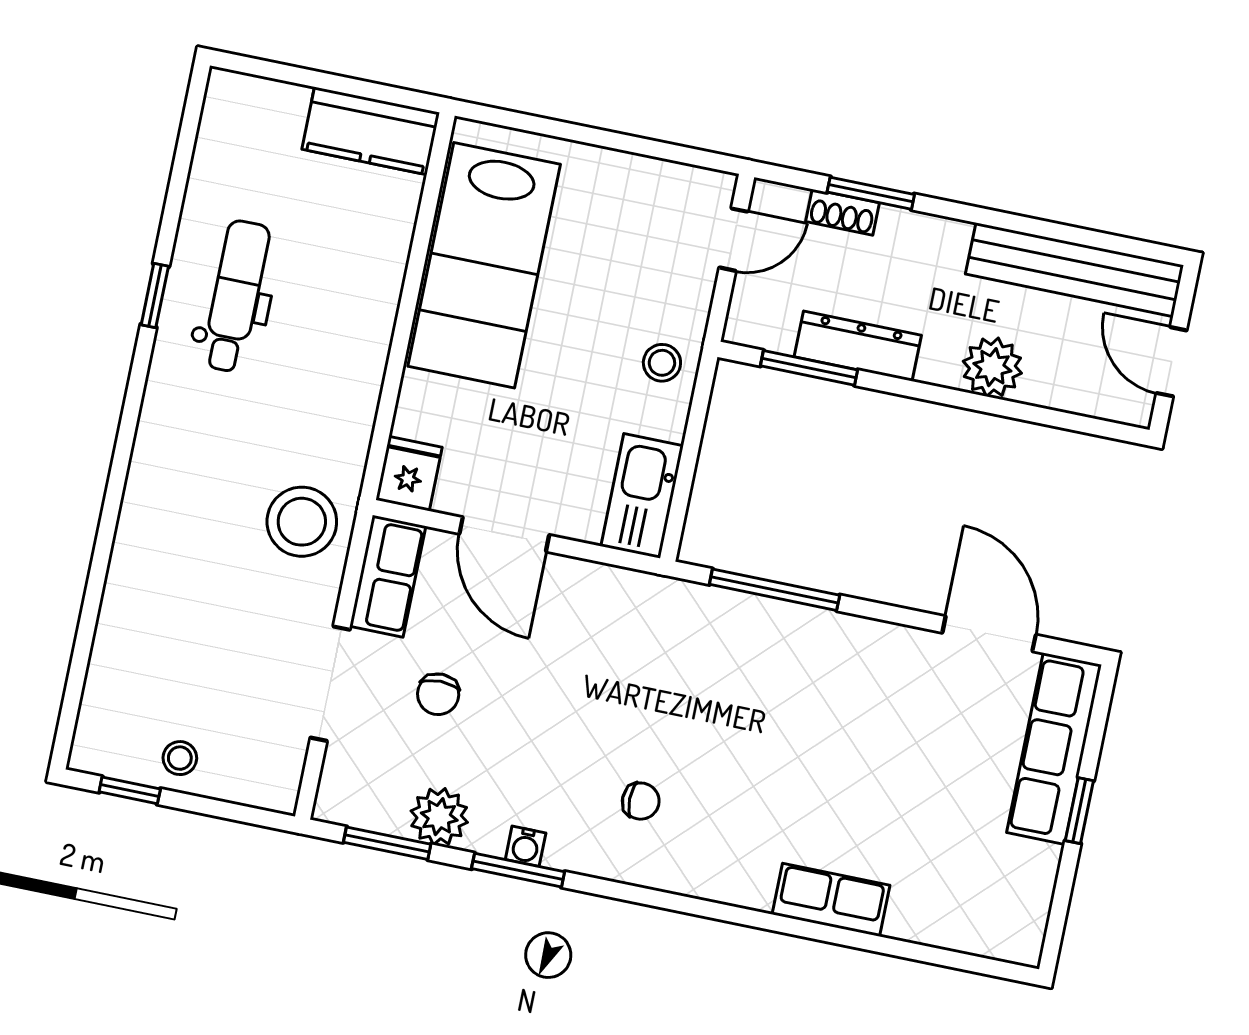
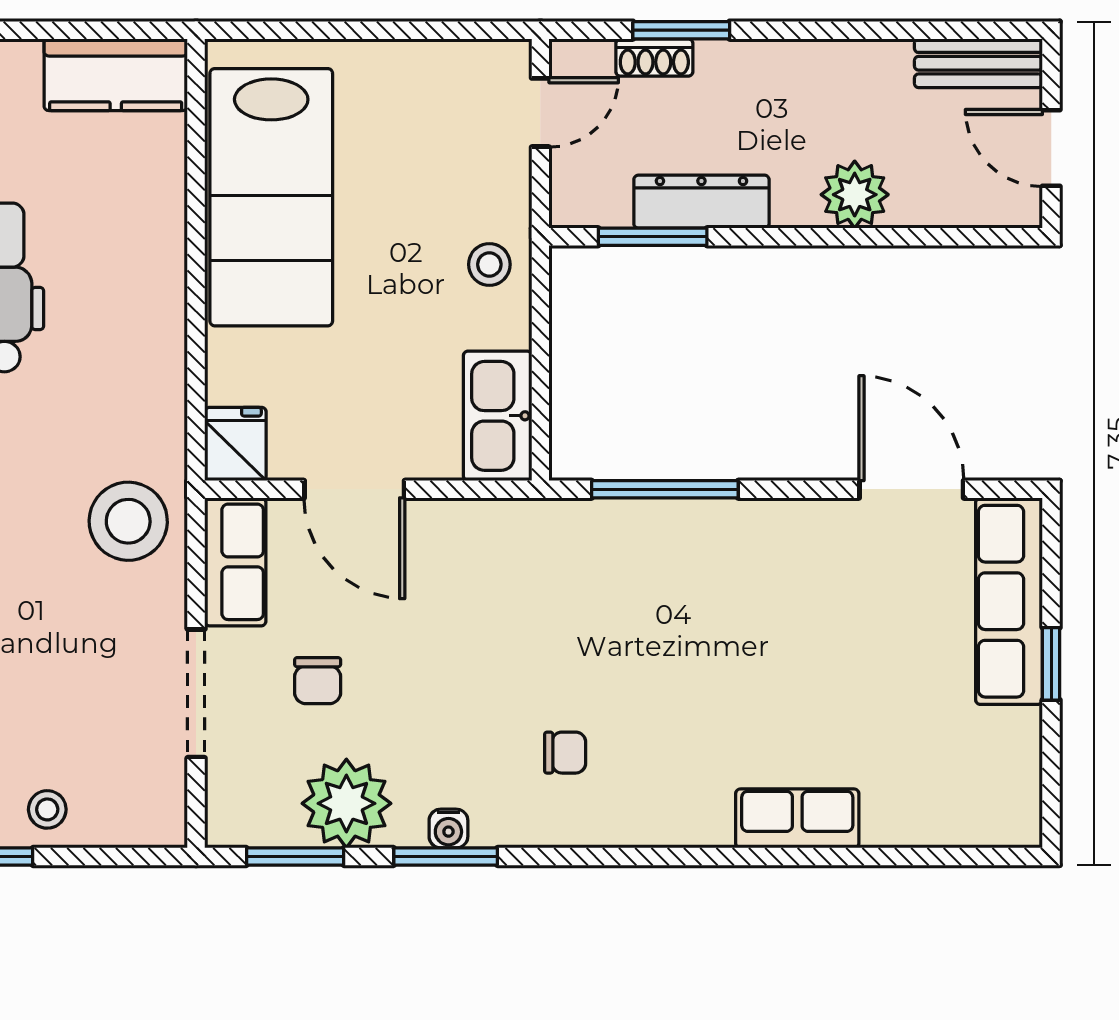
bench: (1075, 270) -> (978, 63), width x0.54, depth x0.82
plant: (439, 817) -> (346, 803), width x1.36, depth x1.36

